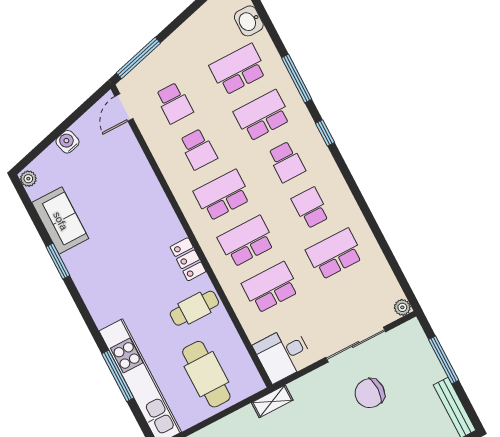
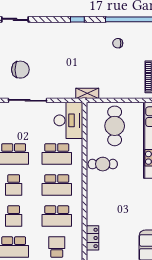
school desk: (286, 162) -> (14, 216), turned 180
locker: (188, 259) -> (93, 238), moved
desk: (283, 354) -> (68, 120), width x1.37
chair: (370, 393) -> (20, 70), moved

